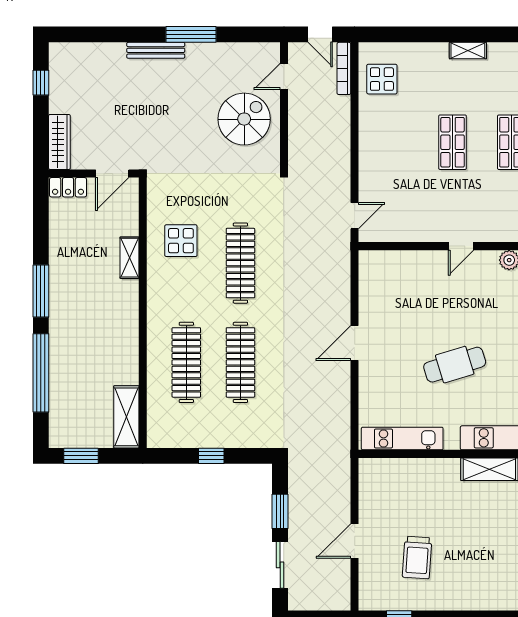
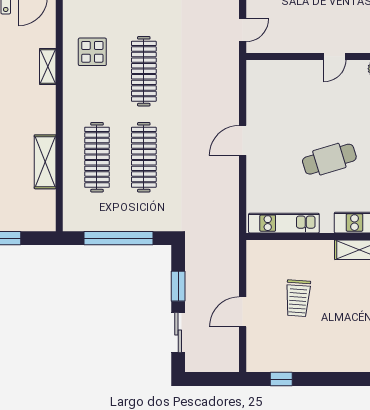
shelving: (126, 417) -> (45, 162), moved
window: (211, 456) -> (119, 238), width x3.17
trolley: (417, 557) -> (298, 298), moved

